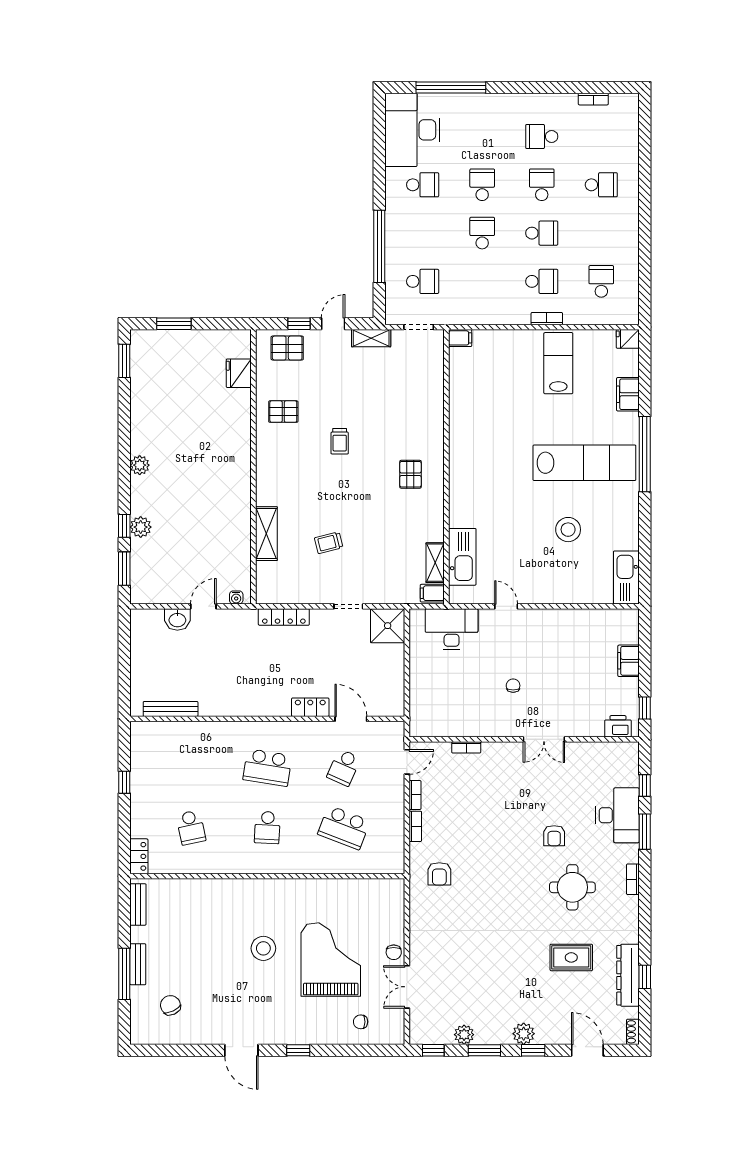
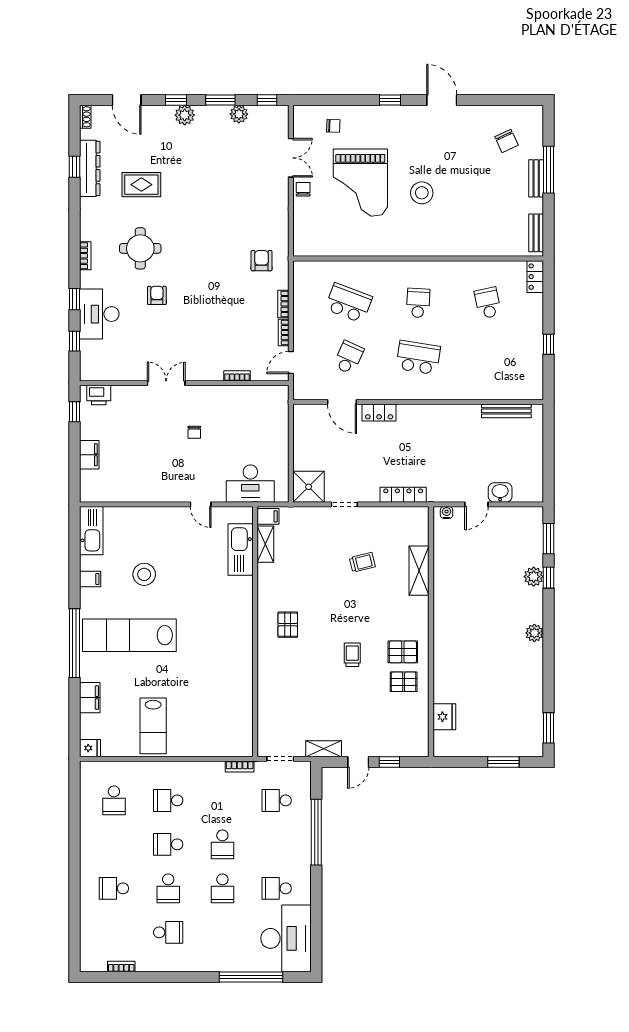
bookcase: (547, 319) -> (240, 767), moved
filing cabinet: (460, 338) -> (90, 579), moved, turned 180
pallet: (287, 348) -> (403, 652), moved
window: (645, 832) -> (74, 299), width x0.67

